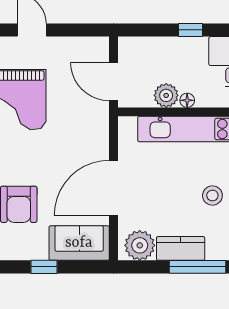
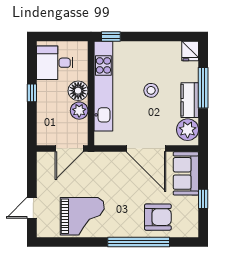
floor lamp: (187, 100) -> (78, 91), width x1.89, depth x1.89
stool: (212, 196) -> (151, 90), moved

